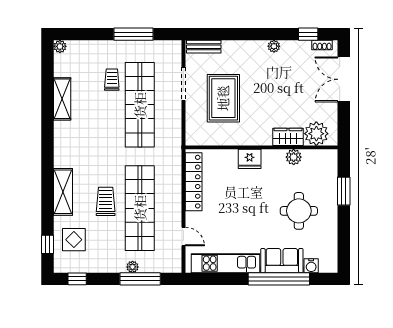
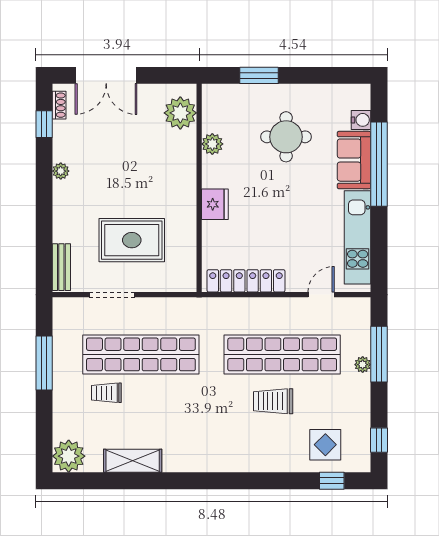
plant: (60, 46) -> (69, 456), width x1.87, depth x1.87
wardrobe: (288, 137) -> (185, 152), removed
shelving: (63, 192) -> (260, 460), removed

